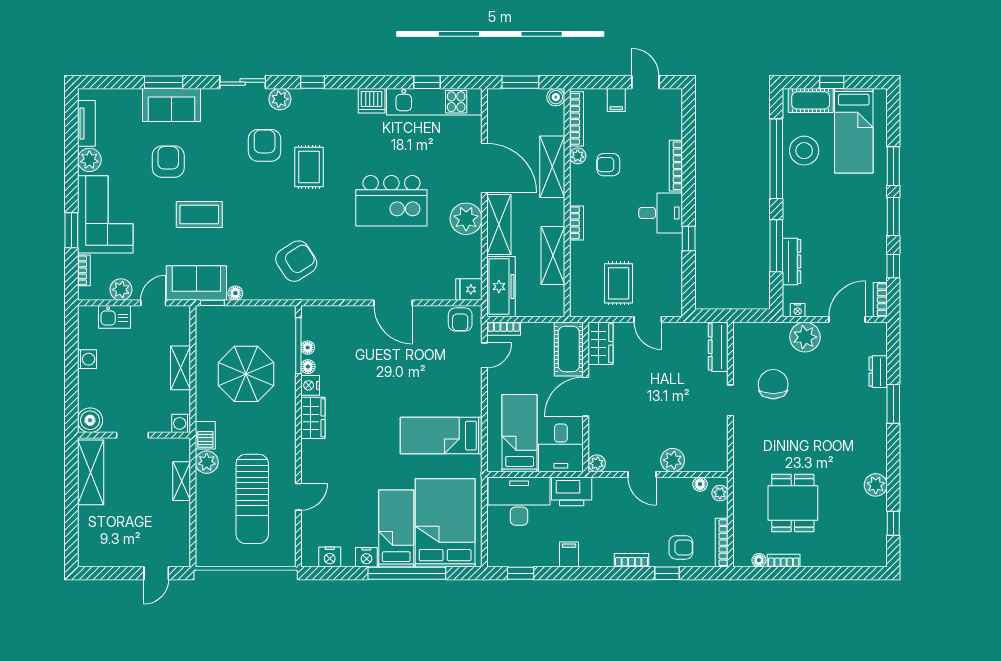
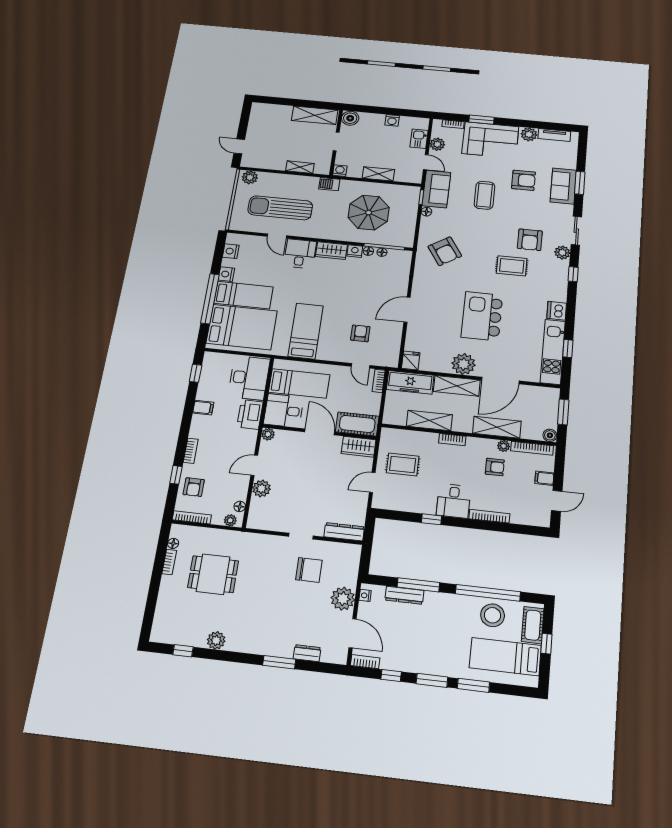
armchair: (265, 145) -> (530, 240), turned 90
armchair: (608, 165) -> (495, 467), turned 90
armchair: (460, 319) -> (360, 333), moved, turned 90
desk: (323, 461) -> (300, 254), added
plant: (207, 462) -> (250, 177), moved

